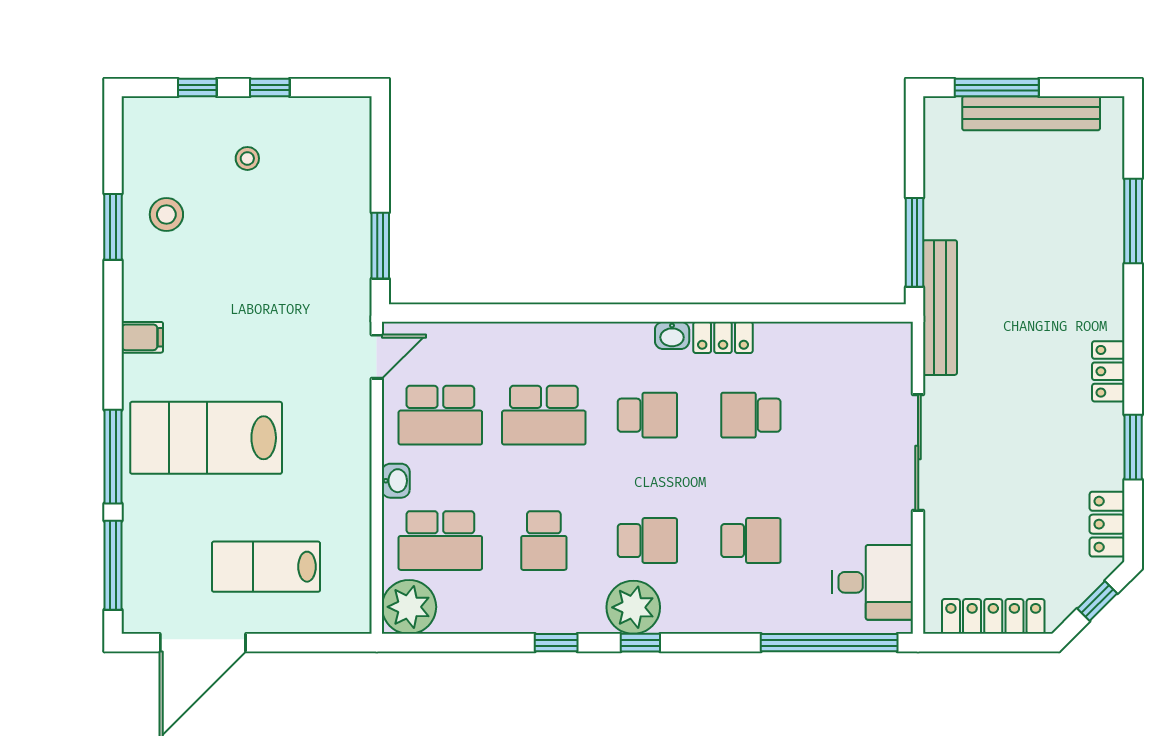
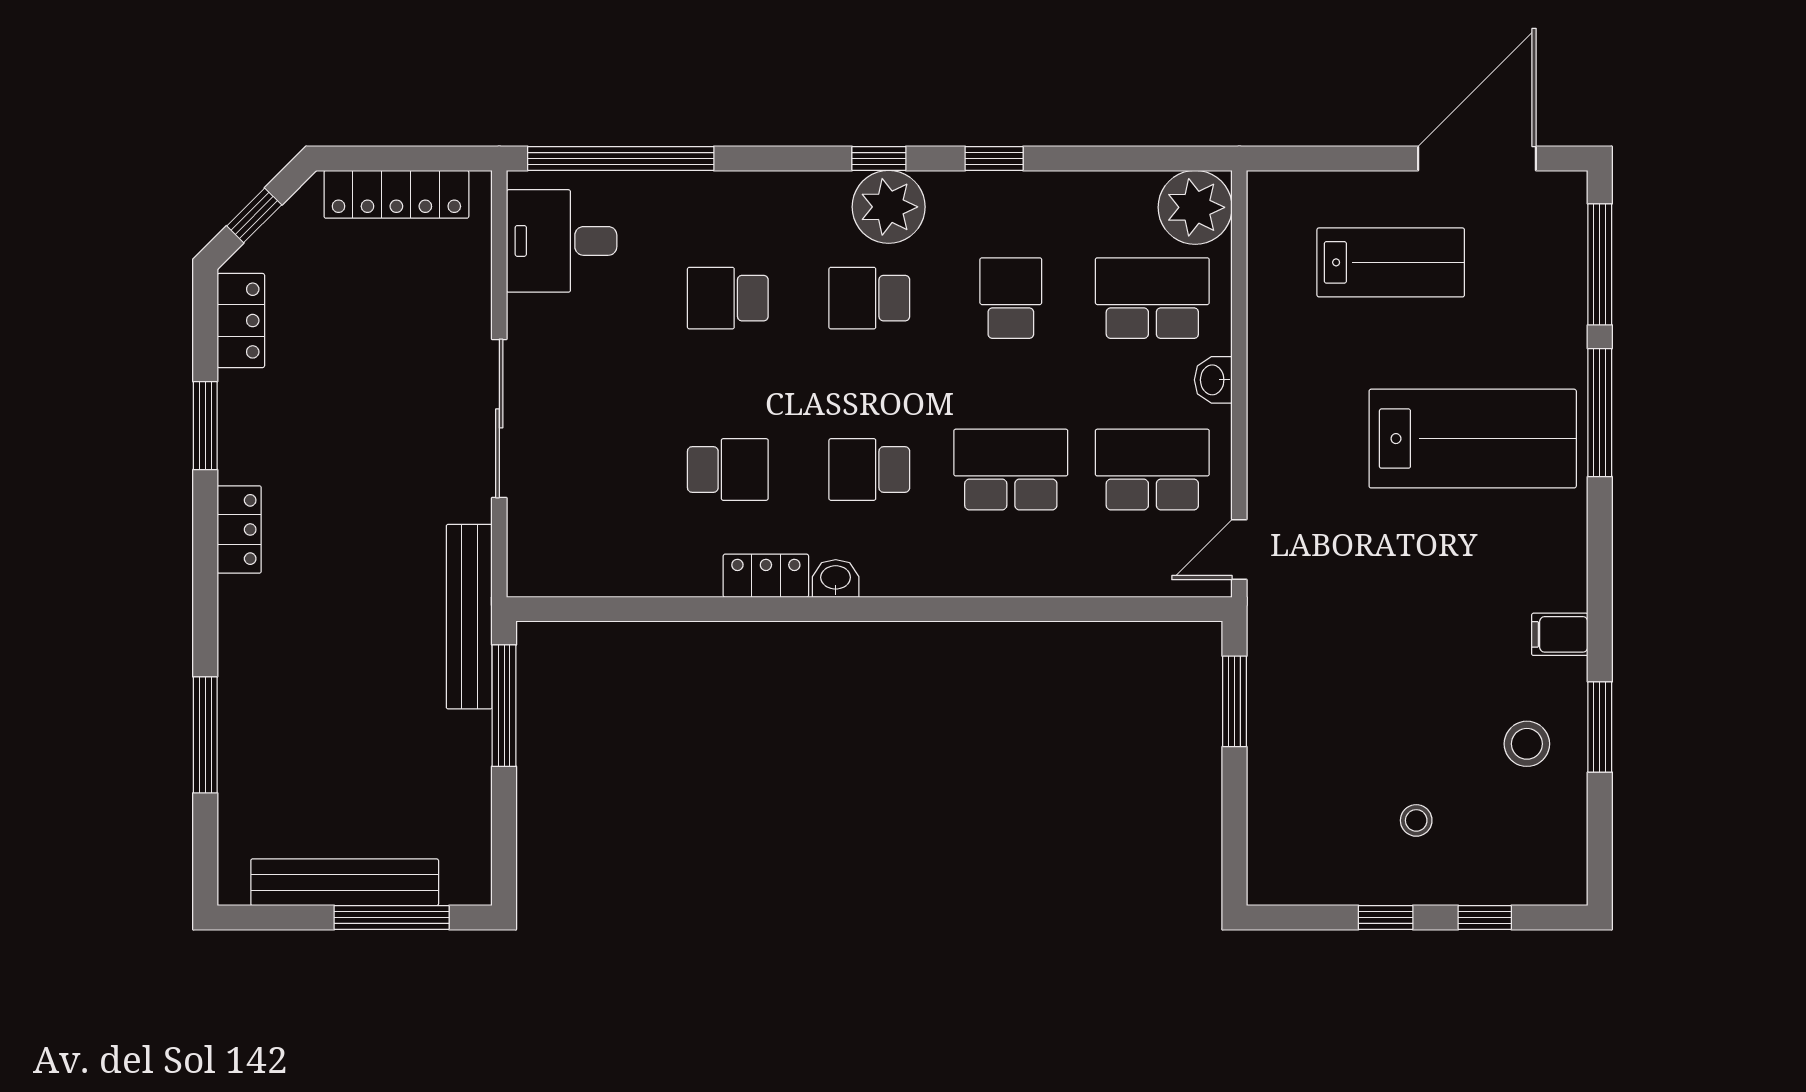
filing cabinet: (142, 337) -> (1560, 634), moved

